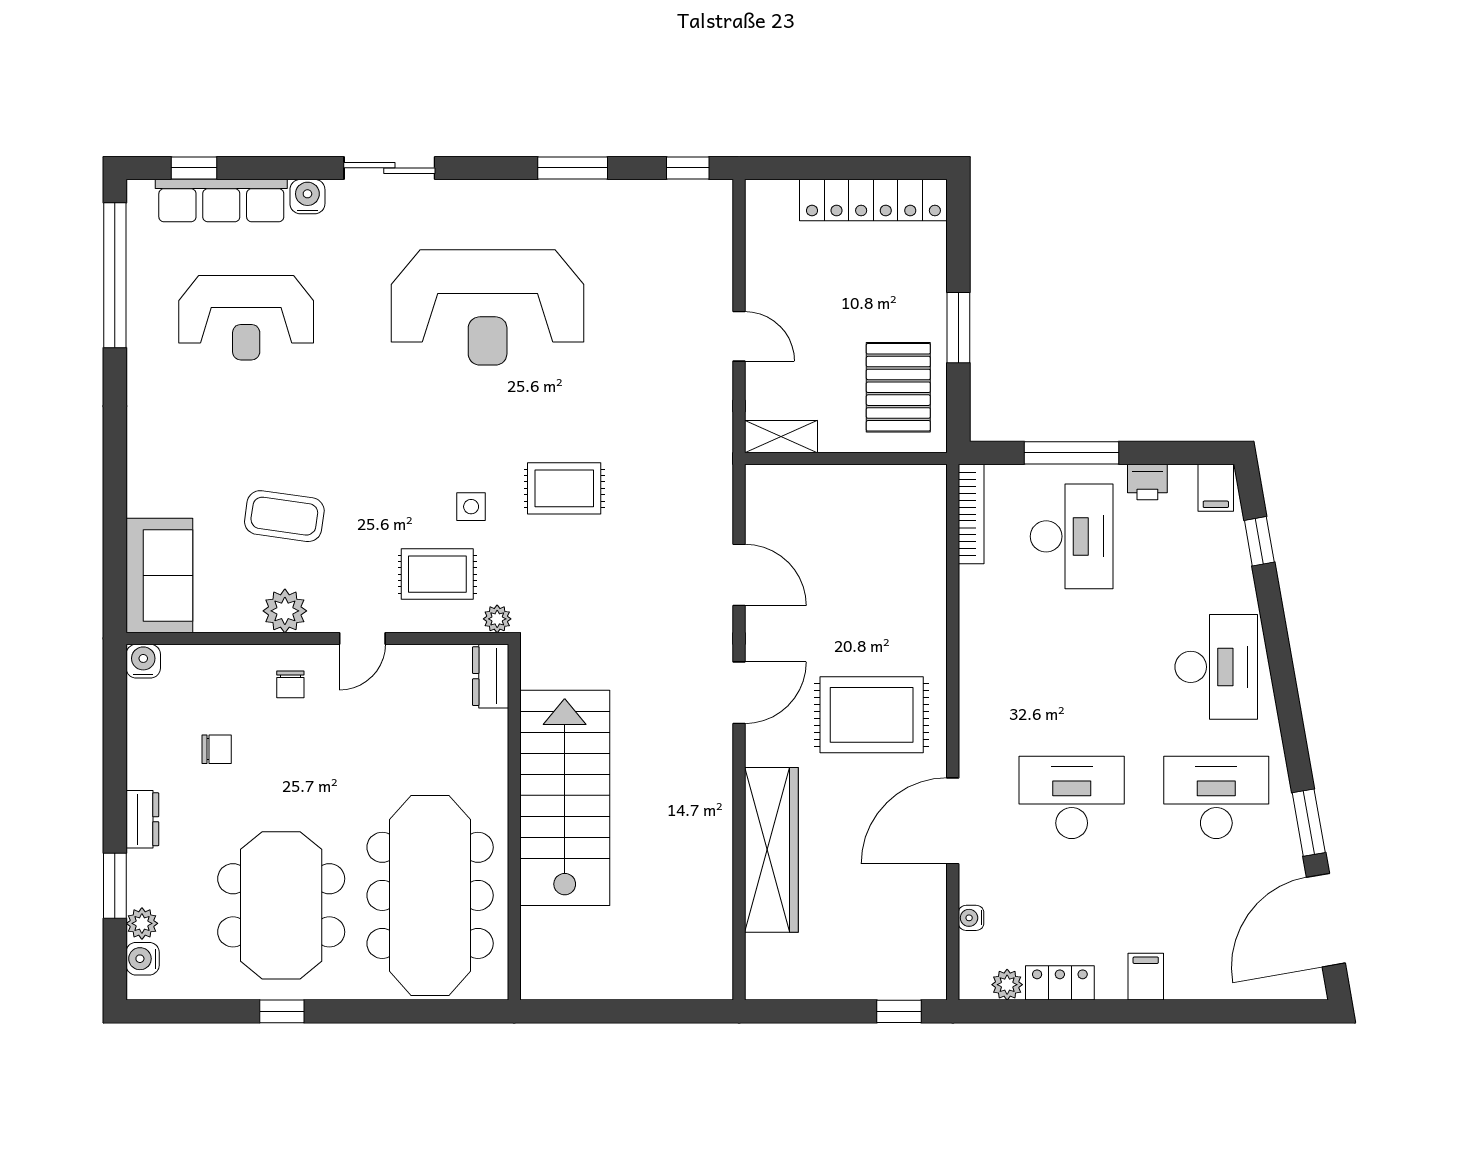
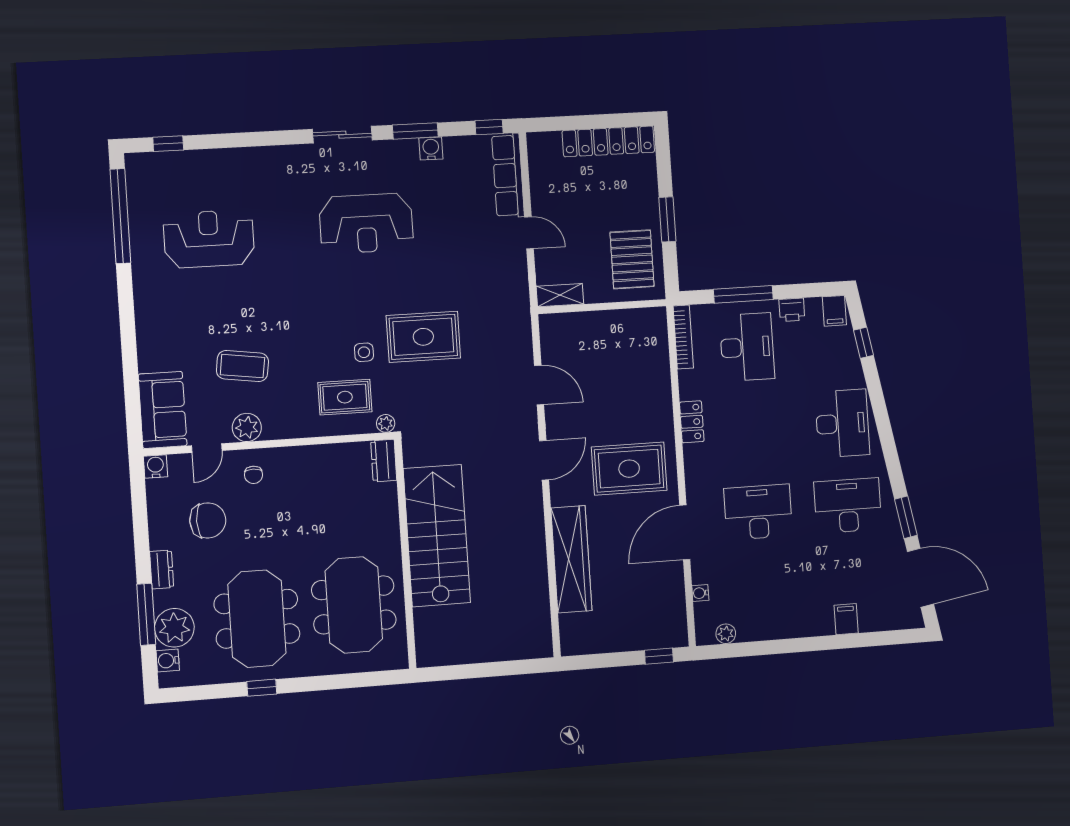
sliding door: (389, 168) -> (342, 135), moved
water cooler: (307, 197) -> (431, 148), moved
row of seats: (221, 201) -> (508, 175), moved, turned 90
reception desk: (488, 307) -> (366, 223), width x0.74, depth x0.77
reception desk: (246, 318) -> (209, 239), turned 180
rug: (564, 488) -> (423, 337), width x1.36, depth x1.43
door: (362, 638) -> (207, 448), moved
chair: (217, 749) -> (208, 520), width x1.87, depth x1.87
window: (115, 886) -> (146, 614), width x1.44
meeting table: (430, 895) -> (354, 605), width x0.73
door: (1326, 920) -> (920, 578), swing flipped
plant: (142, 923) -> (174, 628), width x1.88, depth x1.88
filing cabinet: (1146, 977) -> (846, 619), moved
locker: (1060, 983) -> (692, 422), moved, turned 90

